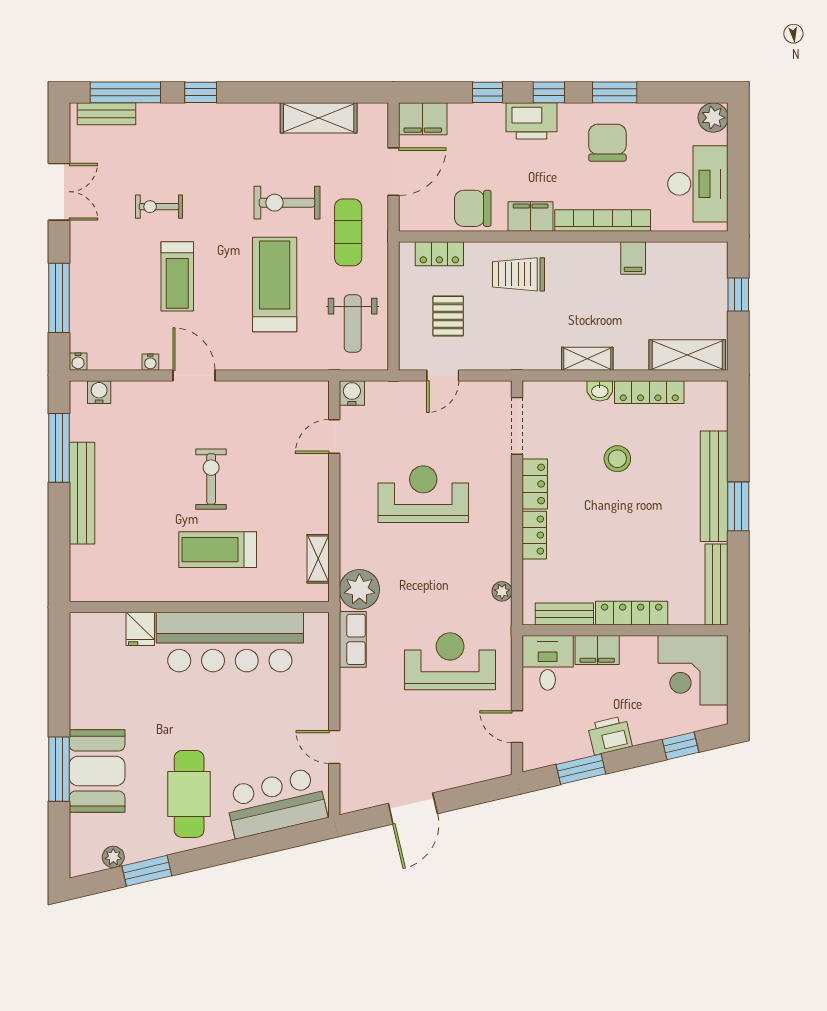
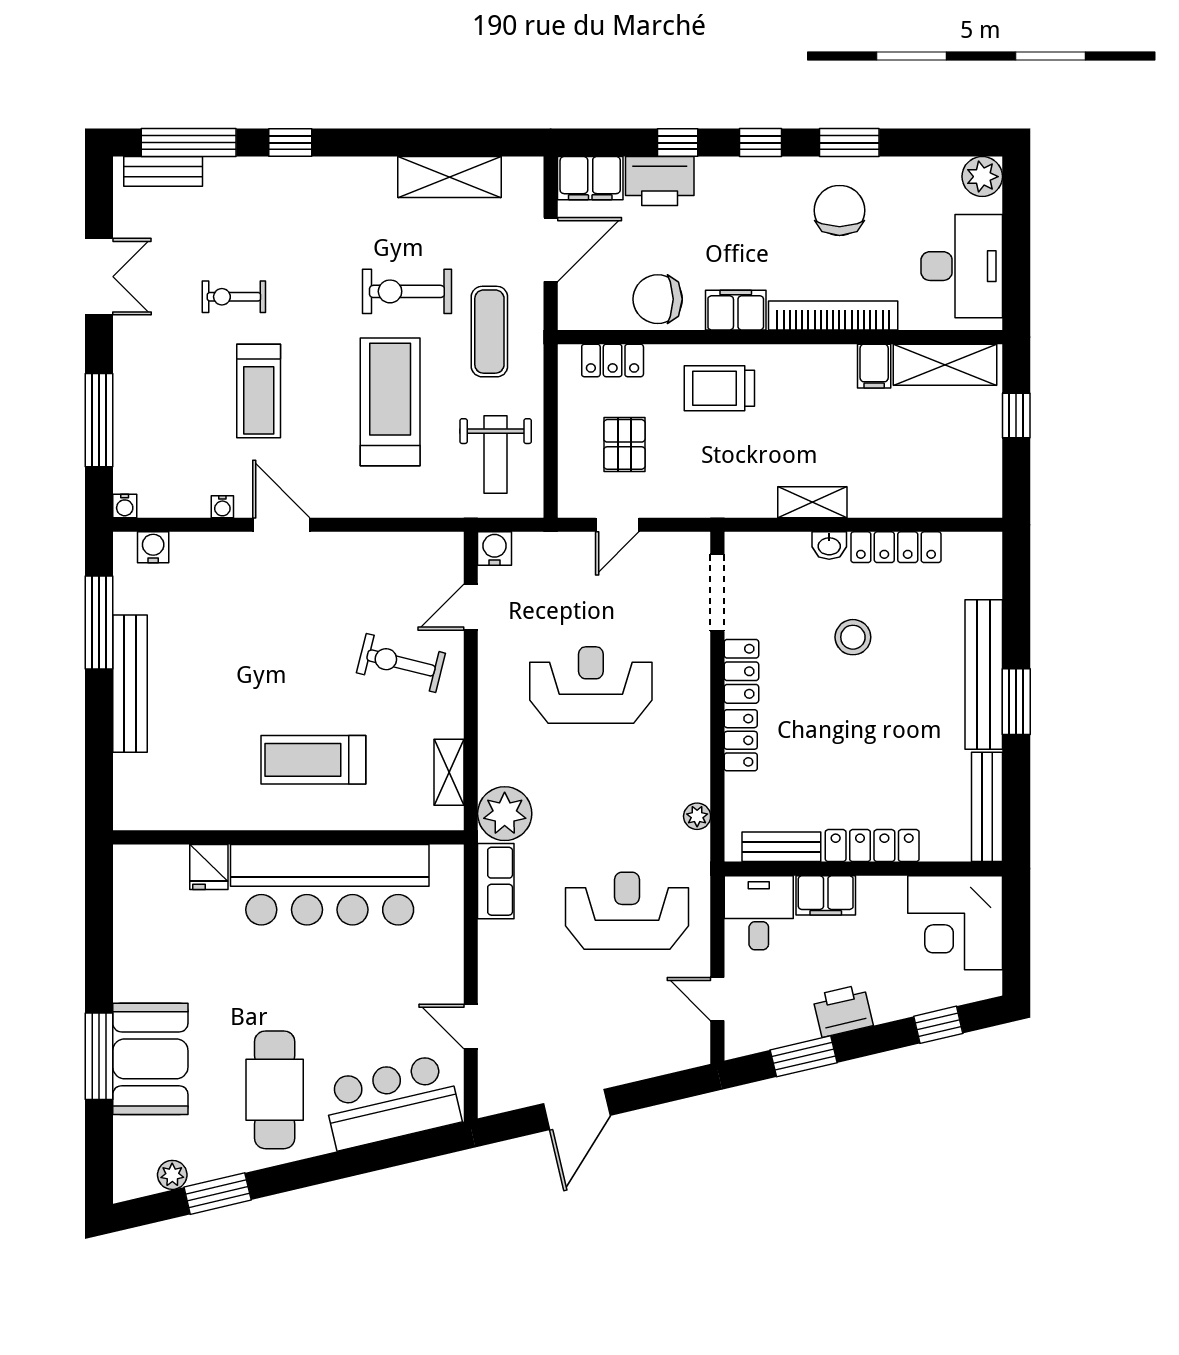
printer: (531, 121) -> (660, 181), moved
shelving: (687, 355) -> (945, 365), moved
exercise bike: (211, 479) -> (401, 663), moved, turned -76

